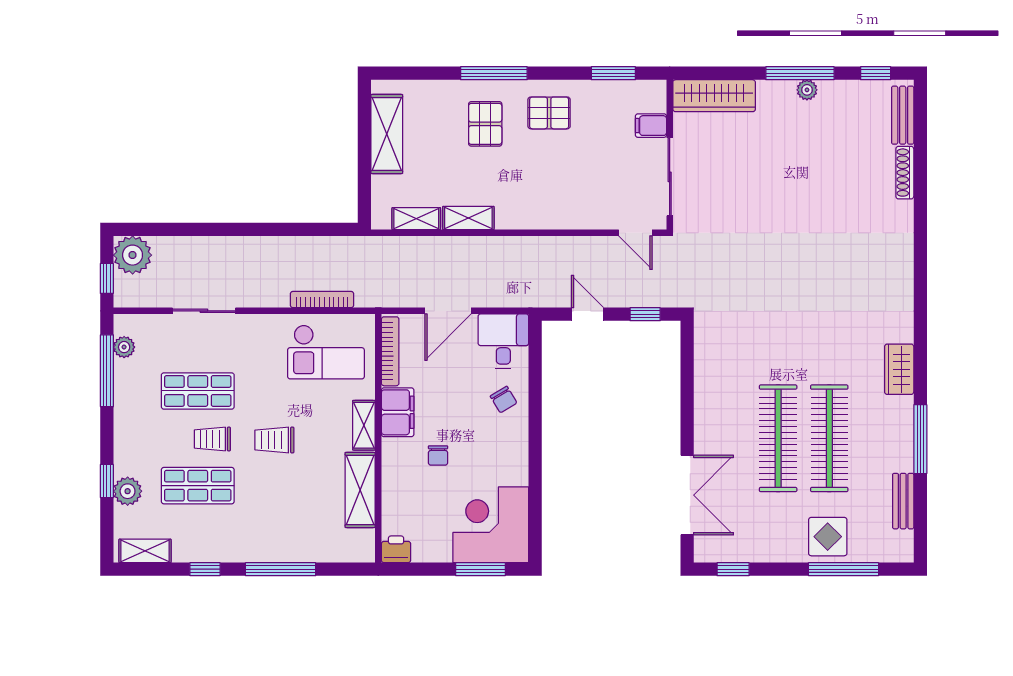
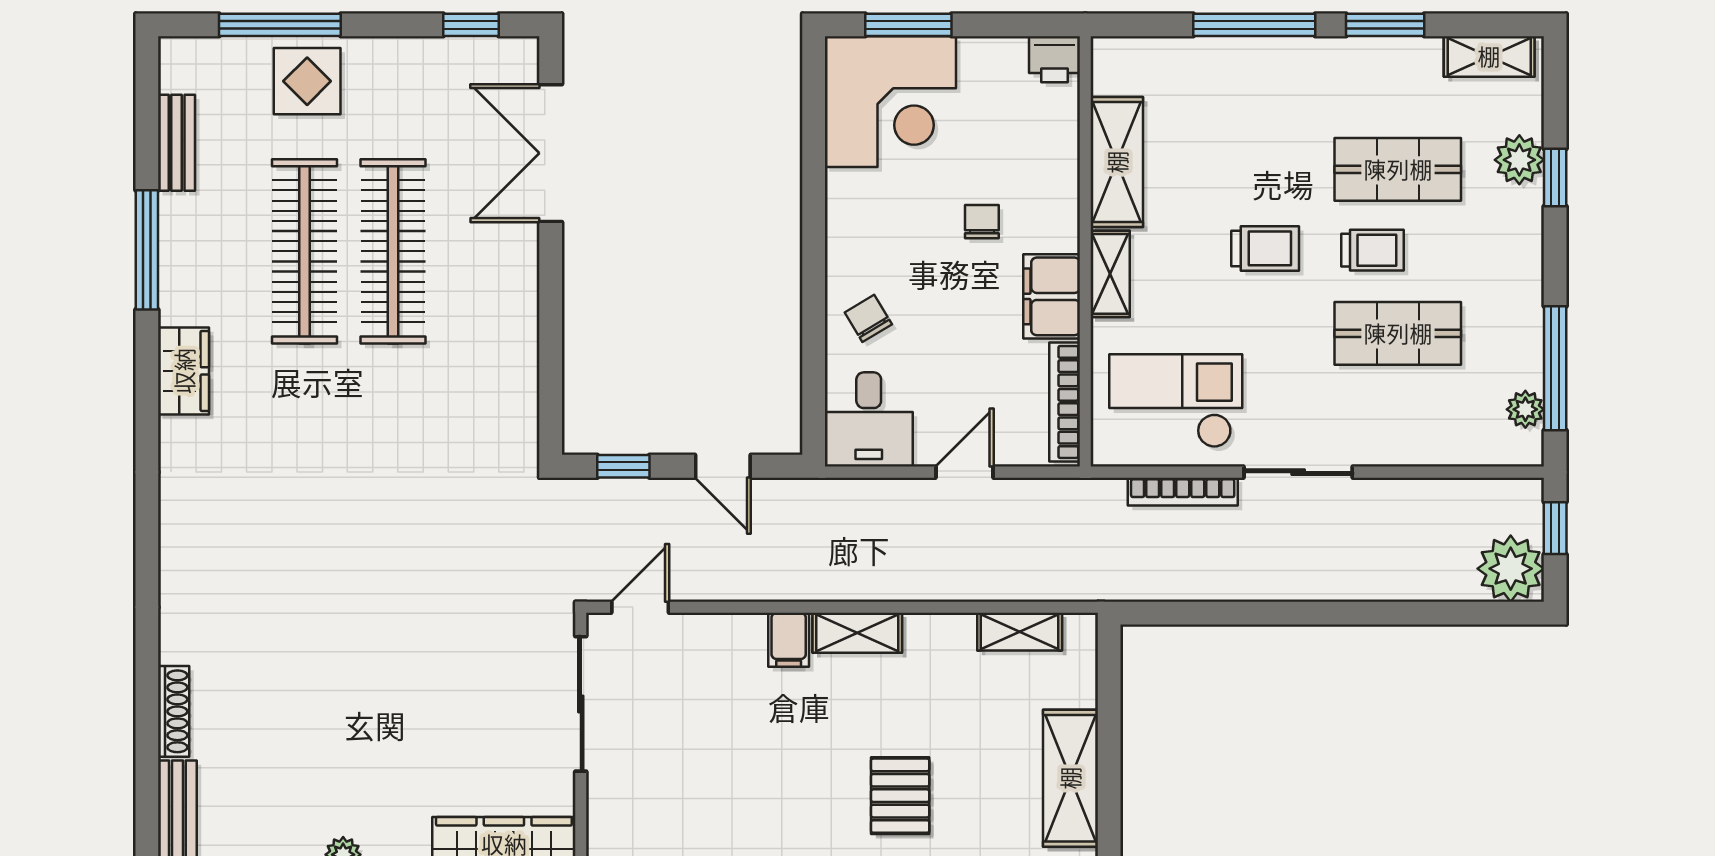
pallet: (549, 113) -> (790, 815), removed
filing cabinet: (651, 126) -> (789, 640), moved, turned 90
shelving: (468, 218) -> (857, 633), moved
door: (635, 233) -> (640, 607), hinge flipped
sliding door: (204, 311) -> (1298, 472), moved
door: (448, 311) -> (964, 472), width x0.73
window: (205, 569) -> (1385, 25), width x1.50

